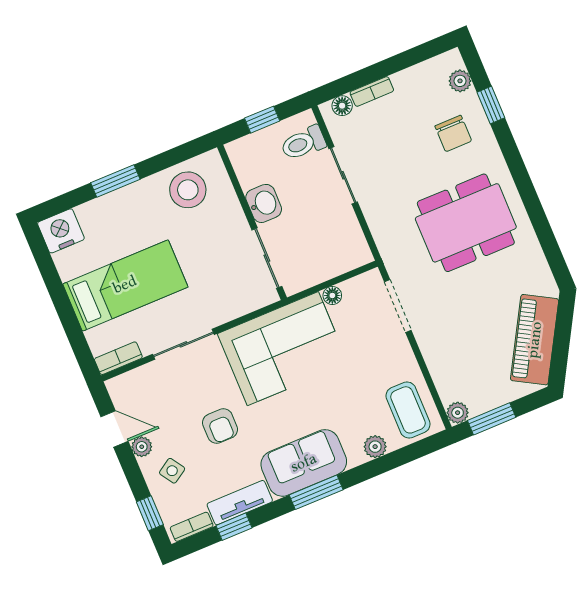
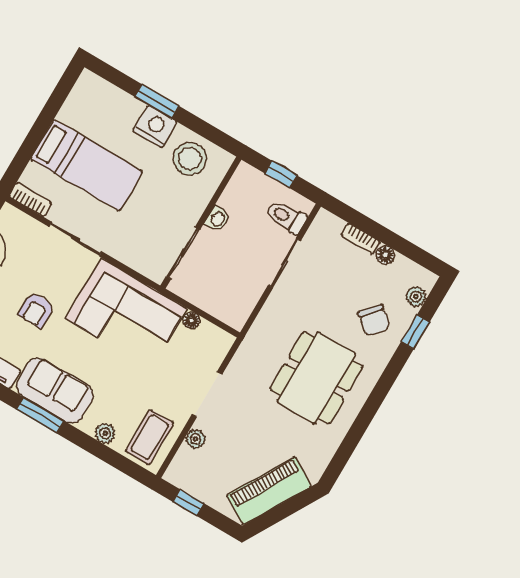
floor lamp: (342, 106) -> (385, 255), moved
chair: (453, 133) -> (374, 320), turned -50
washbasin: (264, 203) -> (217, 219), width x0.72, depth x0.69
dining table: (466, 223) -> (316, 378), turned 90
nightstand: (61, 231) -> (155, 127), moved
doorway: (398, 306) -> (207, 394), moved
plant: (458, 413) -> (195, 439), moved
window: (492, 419) -> (188, 503), width x0.67

